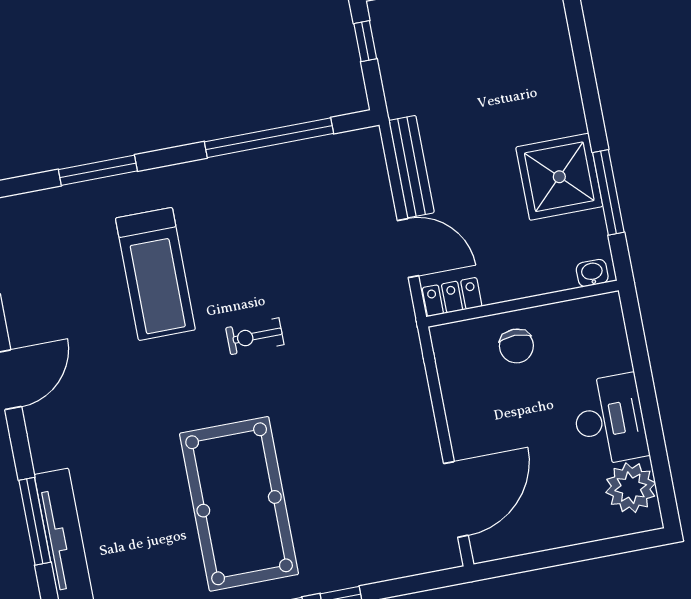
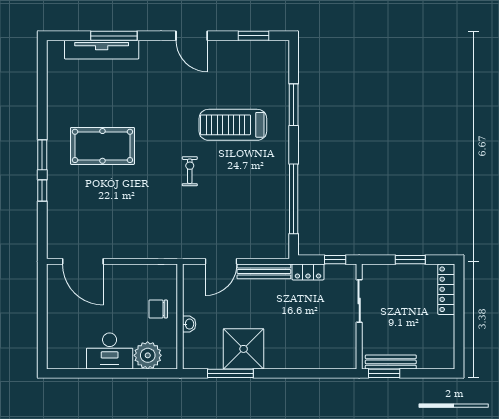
washbasin: (592, 273) -> (189, 324), moved
locker: (452, 297) -> (308, 272), moved, turned 90
plant: (631, 488) -> (148, 355), moved
pool table: (239, 504) -> (102, 146), width x0.73, depth x0.76

